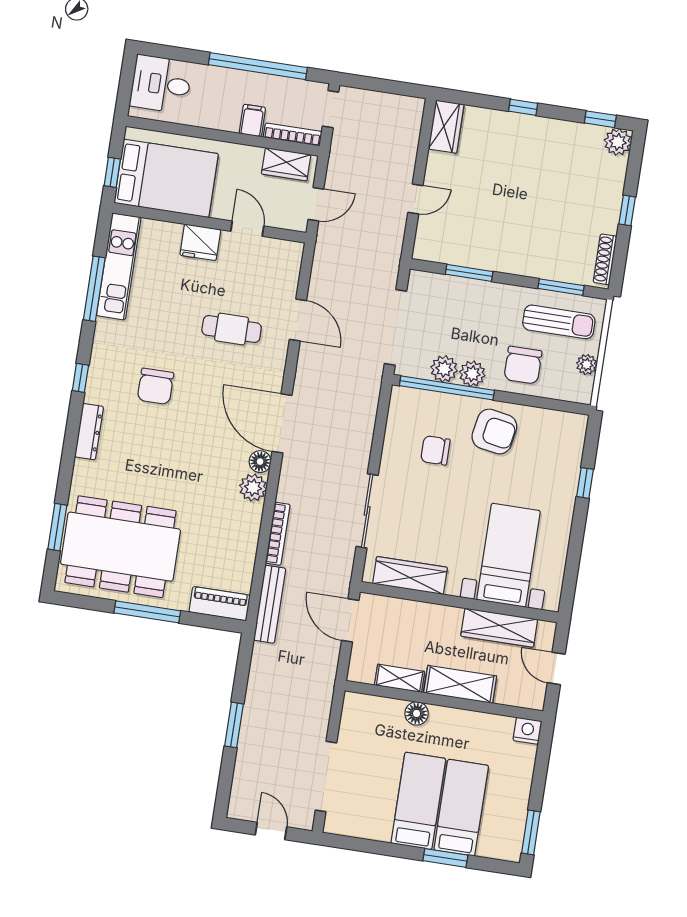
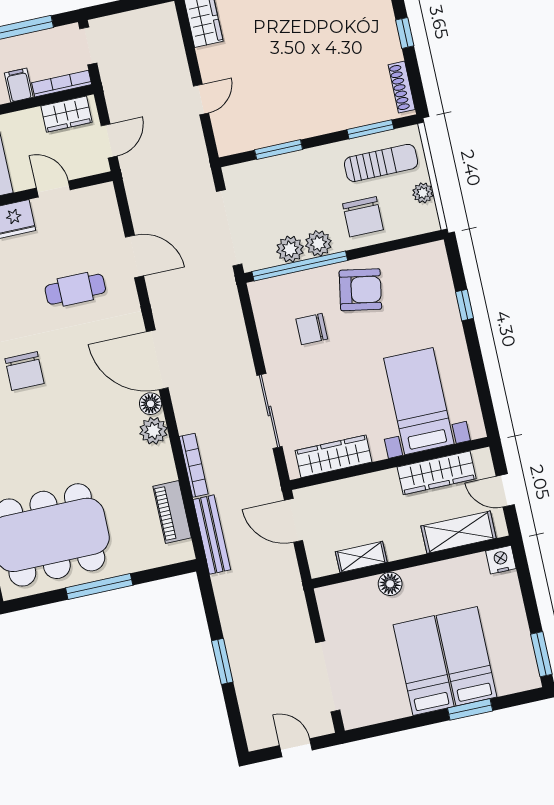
piano: (220, 604) -> (172, 512), moved, turned -90
shelving: (460, 684) -> (459, 532), moved

